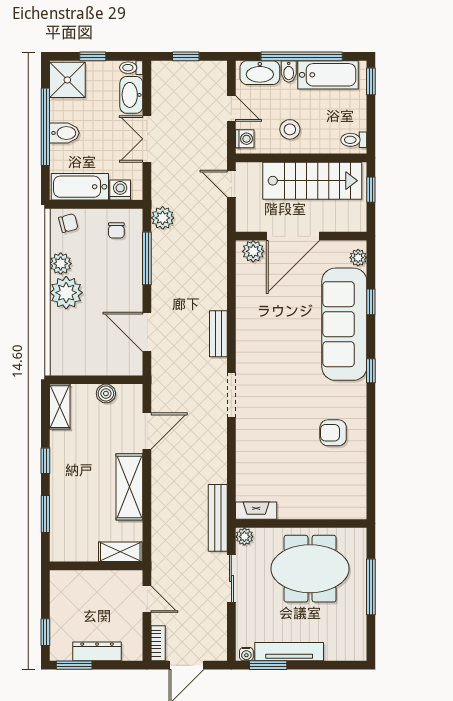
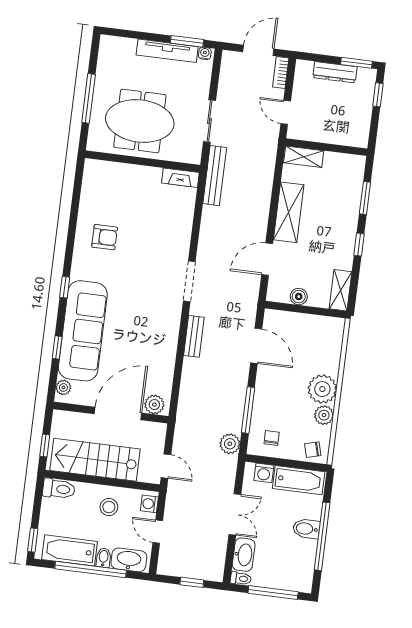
window: (93, 56) -> (273, 593), width x2.17
shower: (67, 80) -> (298, 575), removed
toilet: (354, 140) -> (59, 489), width x1.37, depth x1.39
plant: (244, 537) -> (194, 156), removed

